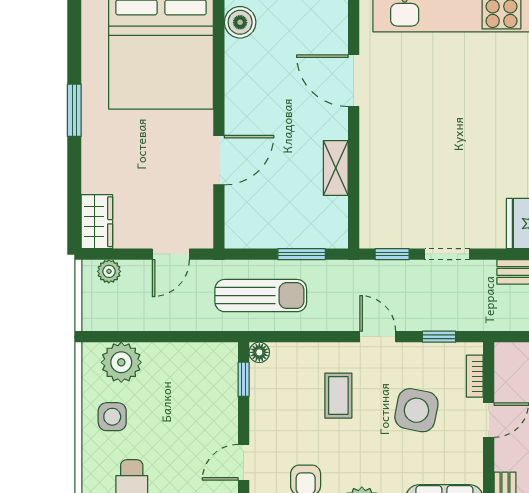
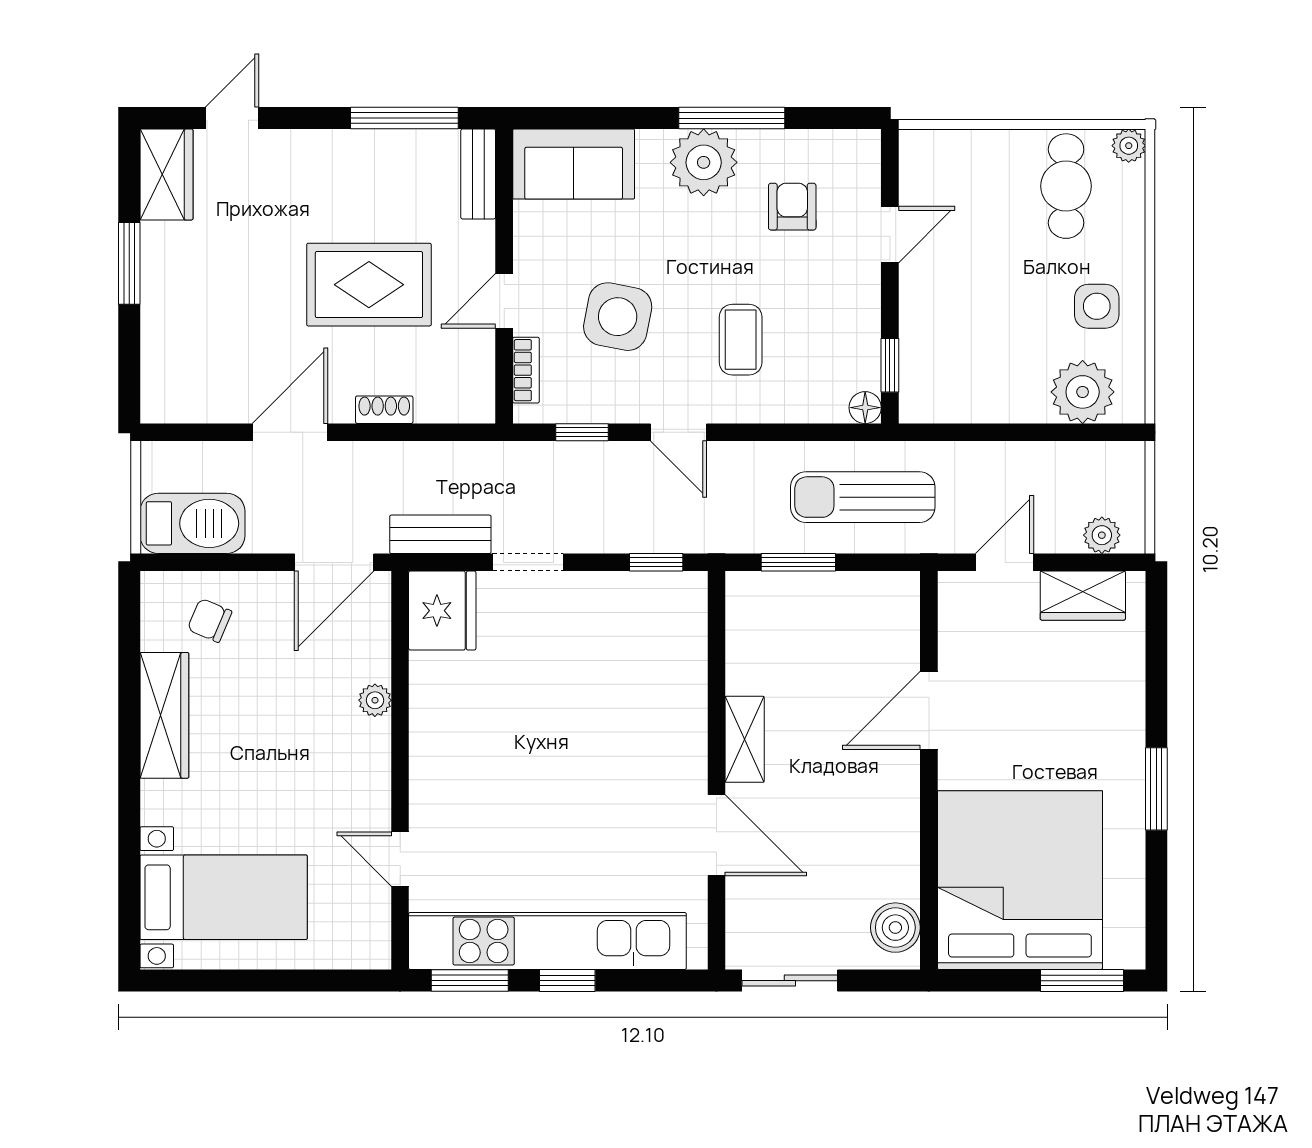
shelving: (336, 168) -> (745, 739), moved
wardrobe: (97, 222) -> (1083, 596), moved, turned -90
doorway: (447, 254) -> (528, 562), moved

